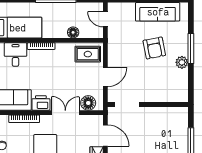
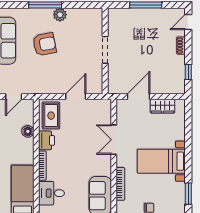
door: (105, 77) -> (76, 97), hinge flipped
printer: (41, 103) -> (47, 140), moved, turned 180
floor lamp: (88, 103) -> (103, 115), removed
doorway: (127, 105) -> (105, 50), moved

